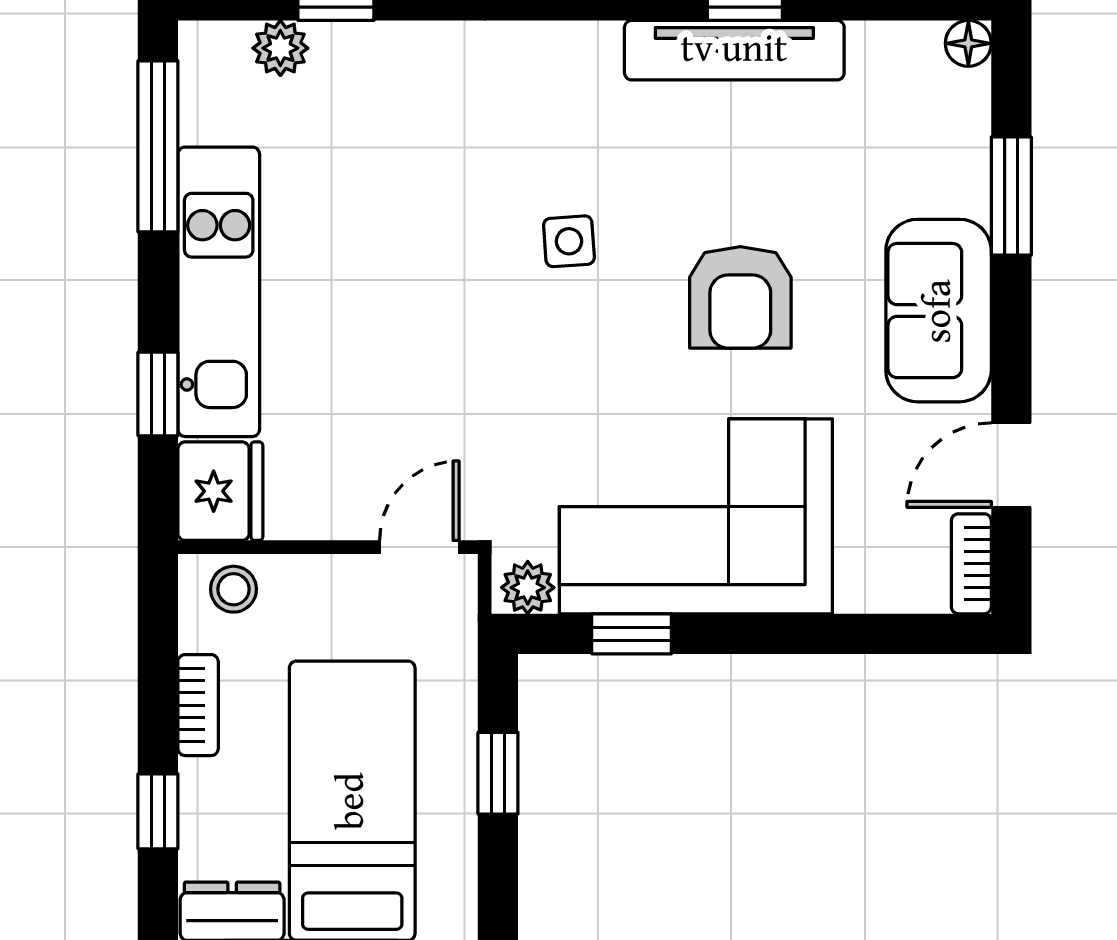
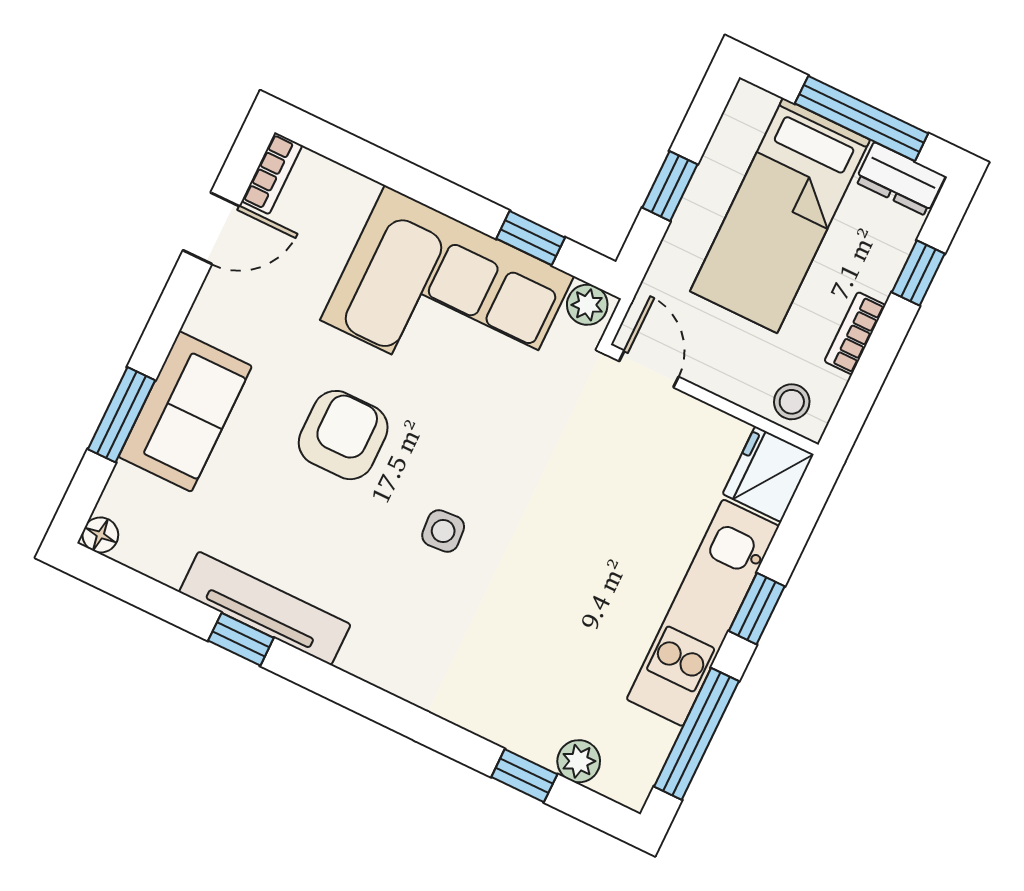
sofa: (939, 311) -> (185, 411), moved
window: (158, 394) -> (757, 609), moved
door: (419, 547) -> (649, 369), swing flipped

